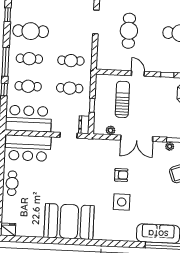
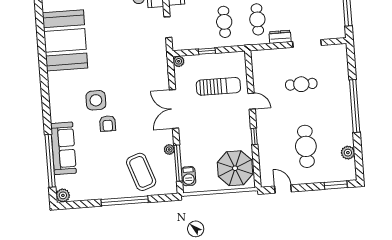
cafe table: (129, 31) -> (301, 84), width x0.73, depth x0.74
door: (138, 74) -> (252, 101), hinge flipped
dresser: (84, 125) -> (280, 37), moved
plant: (110, 130) -> (179, 61), moved
armchair: (121, 175) -> (108, 124), moved

